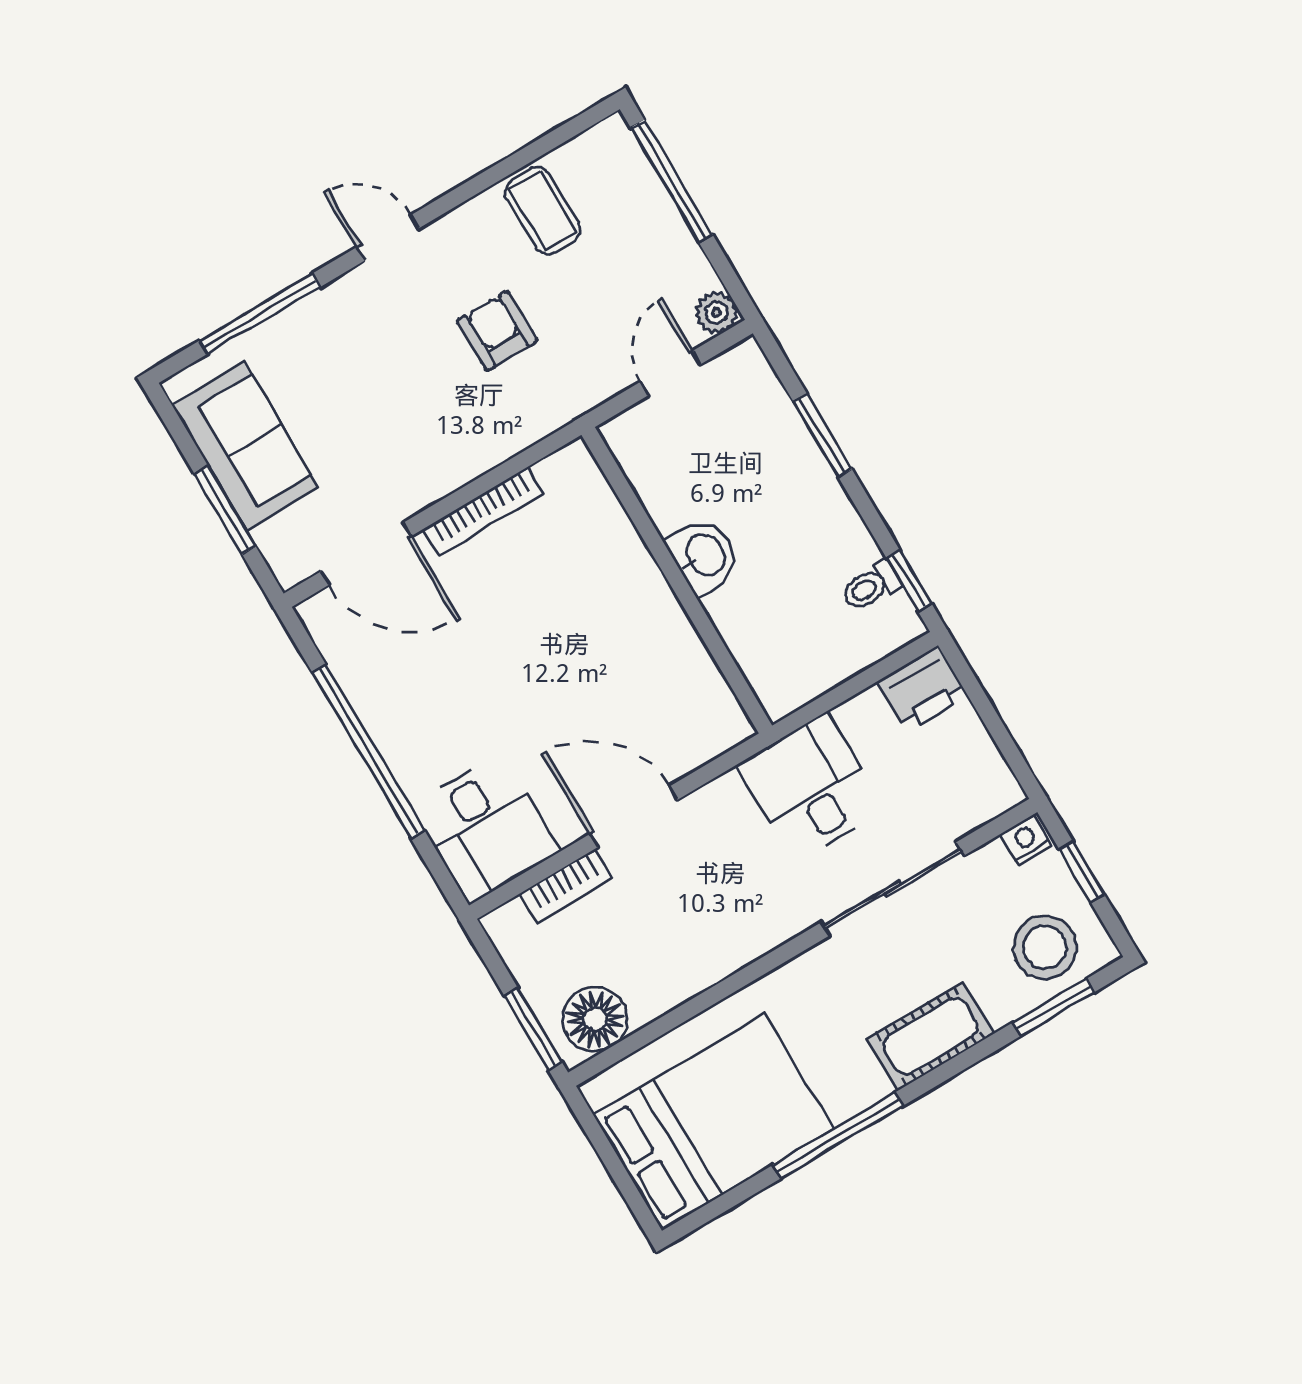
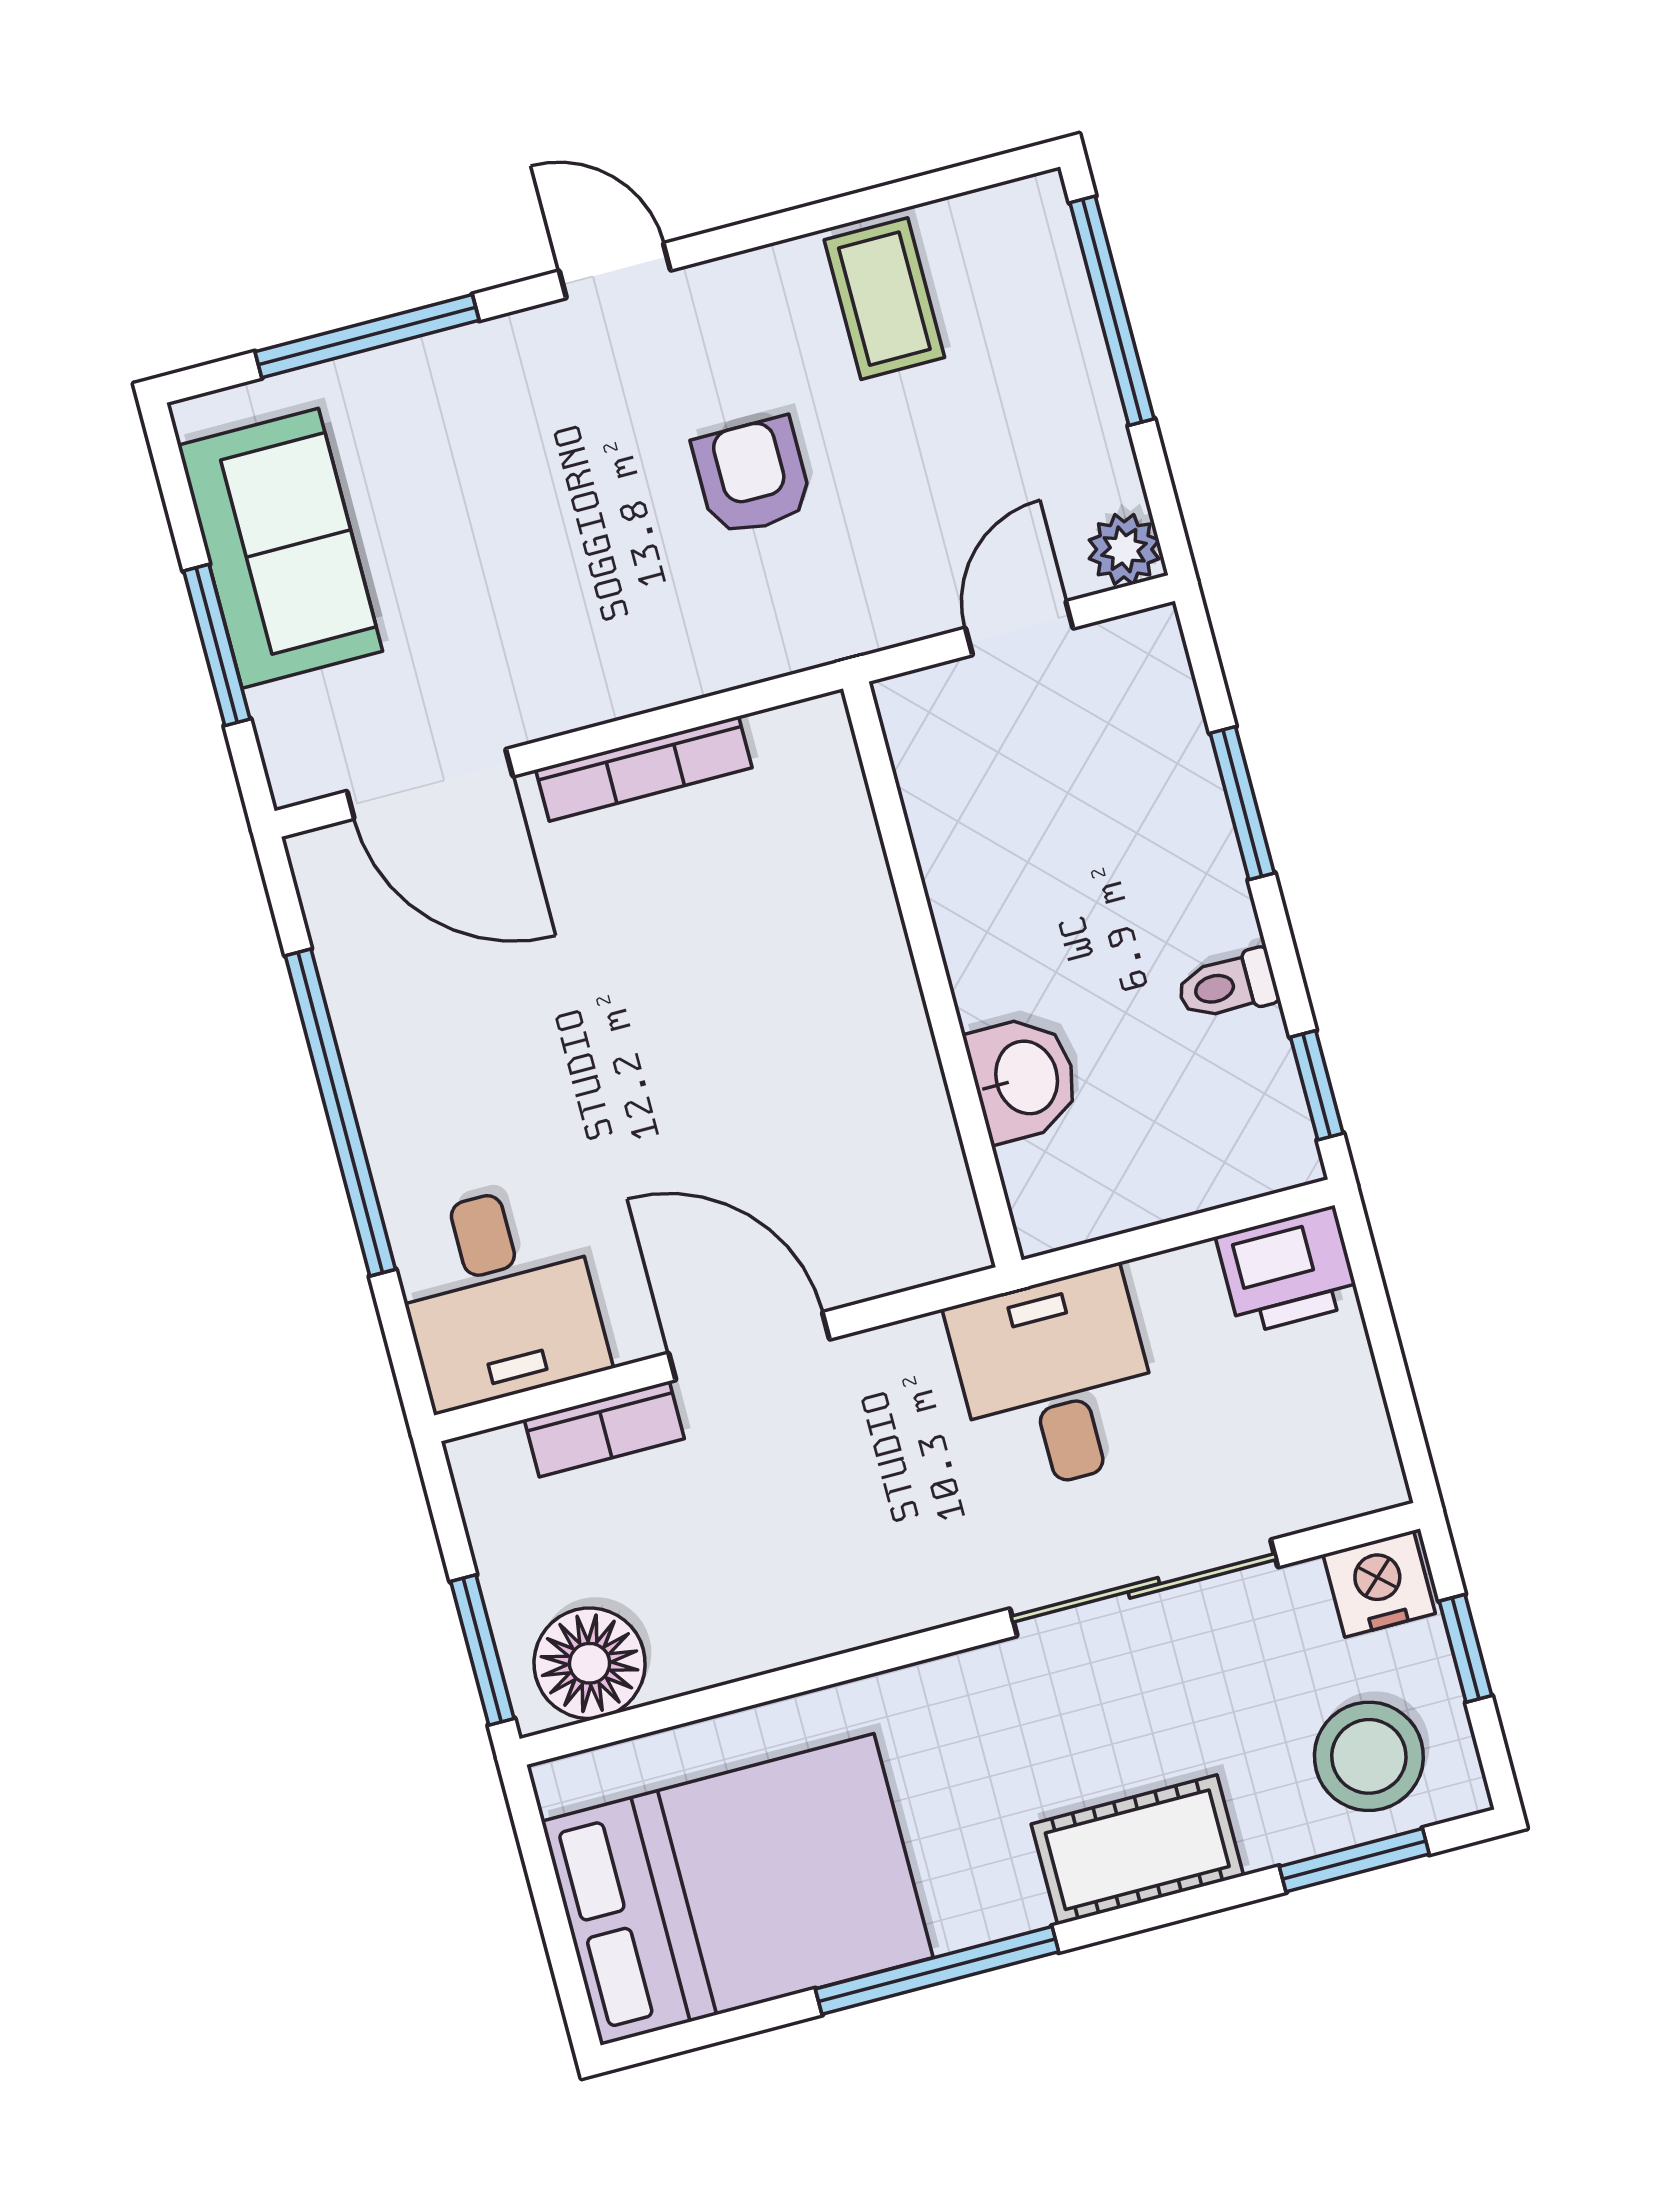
washbasin: (704, 556) -> (1024, 1078), moved
toilet: (871, 586) -> (1227, 985), moved
nightstand: (1026, 840) -> (1379, 1584), width x1.39, depth x1.35

